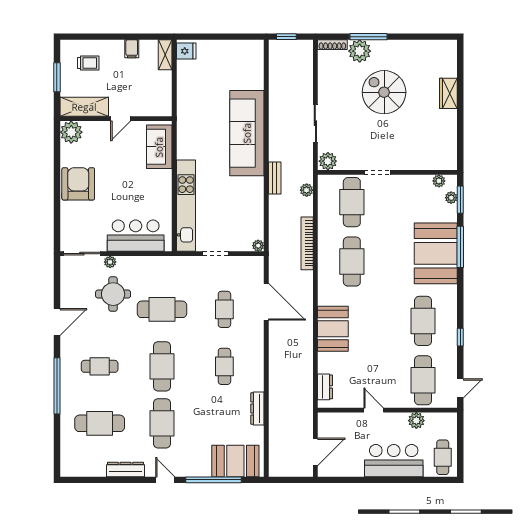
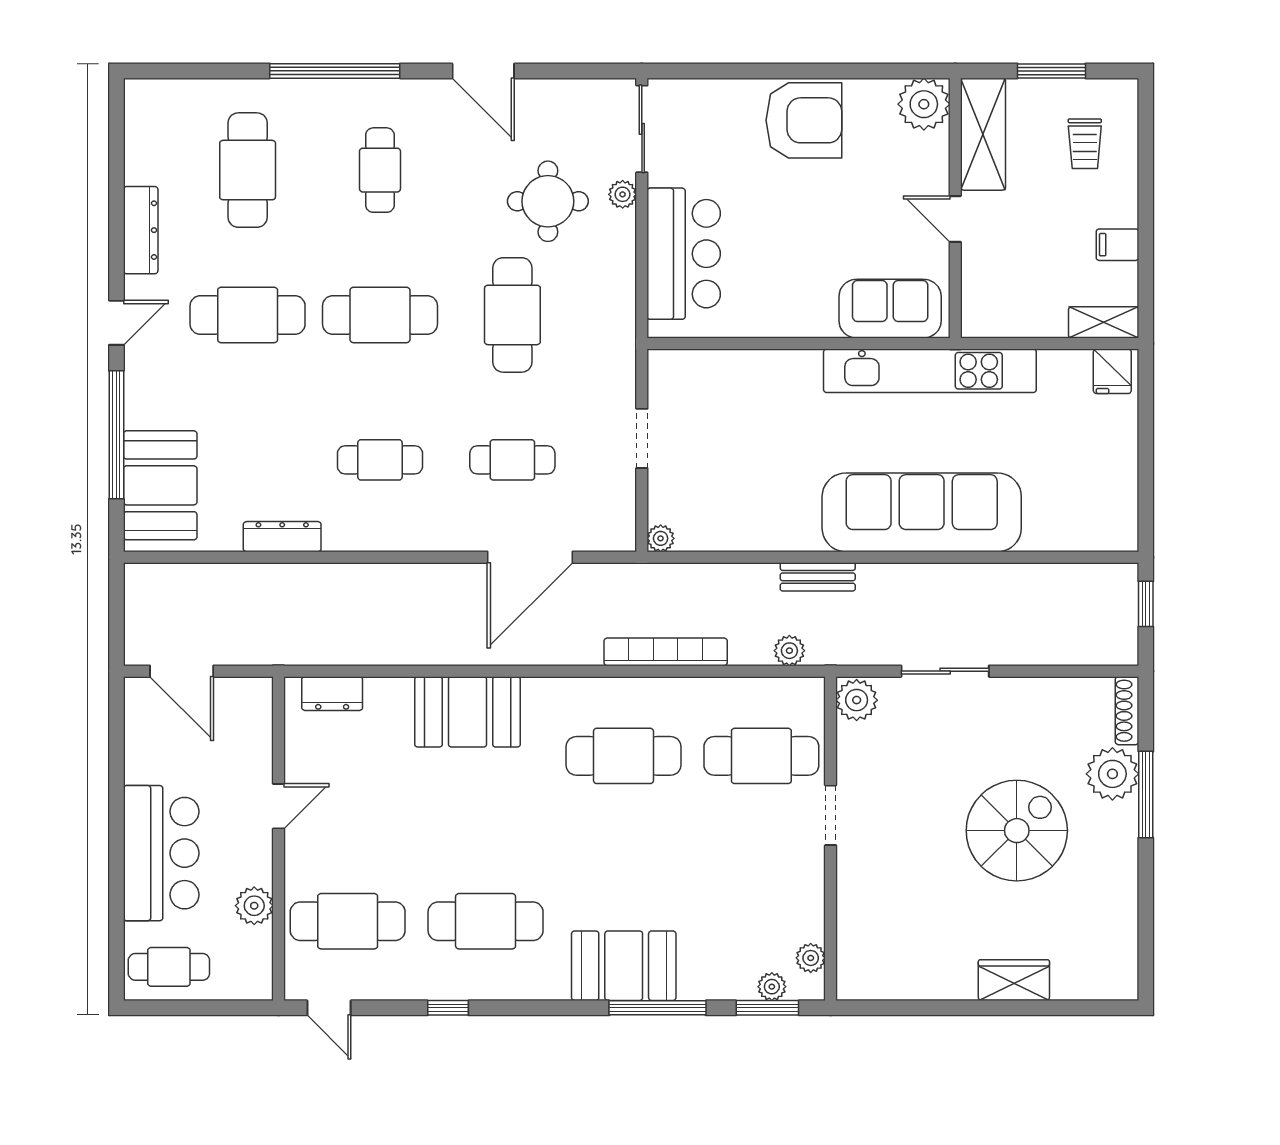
kitchen unit: (186, 206) -> (930, 371), moved
booth: (436, 253) -> (624, 966), width x0.73, depth x0.70

